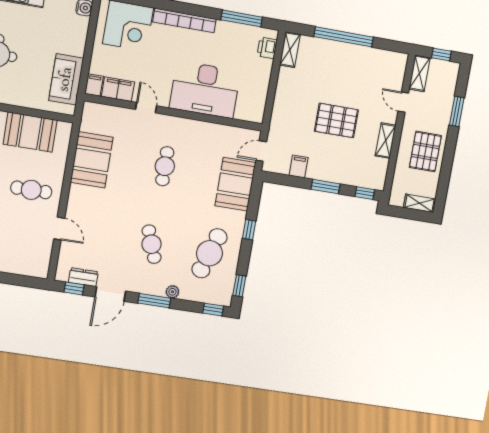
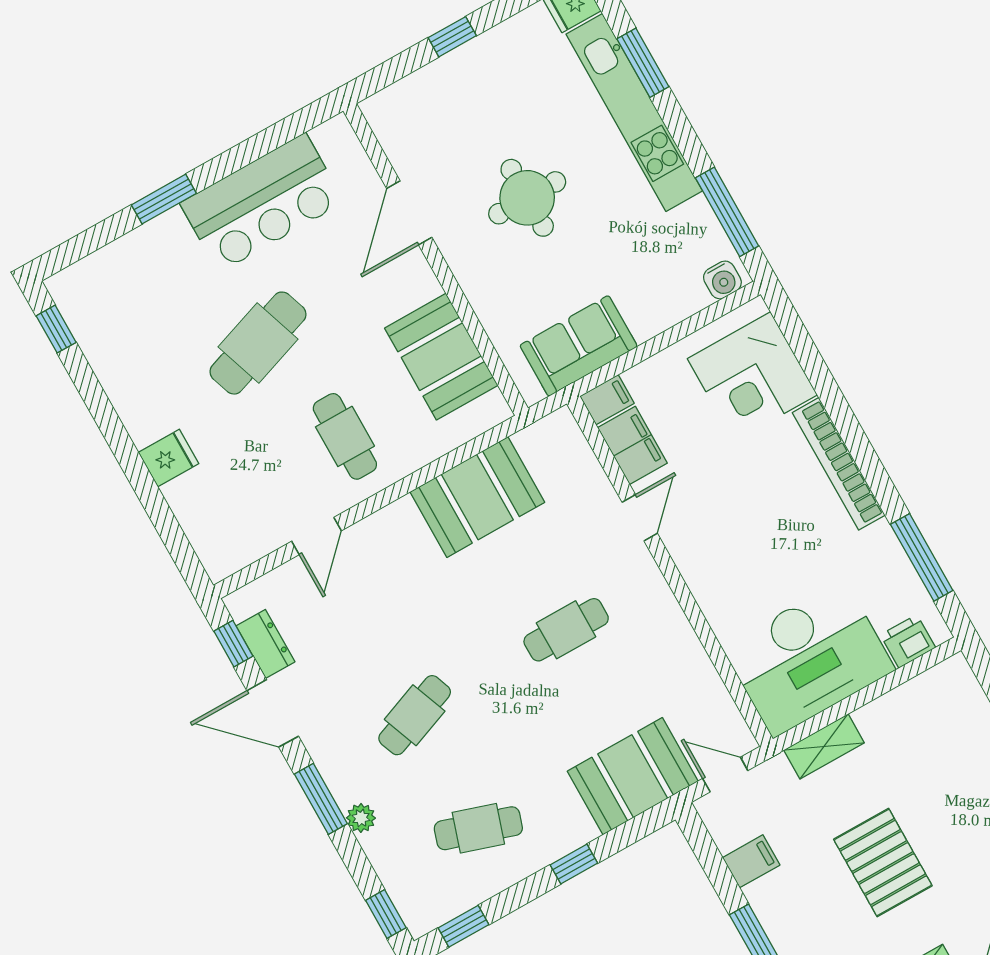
shelving: (290, 50) -> (824, 746), moved
desk: (205, 90) -> (809, 658), moved, turned -90
cafe table: (209, 253) -> (478, 828), width x0.73, depth x0.74

